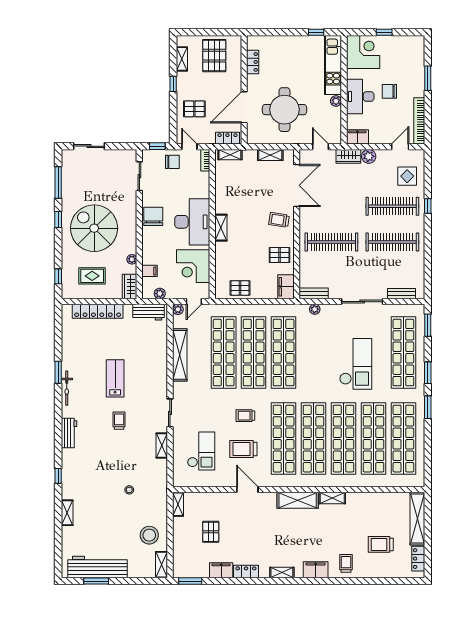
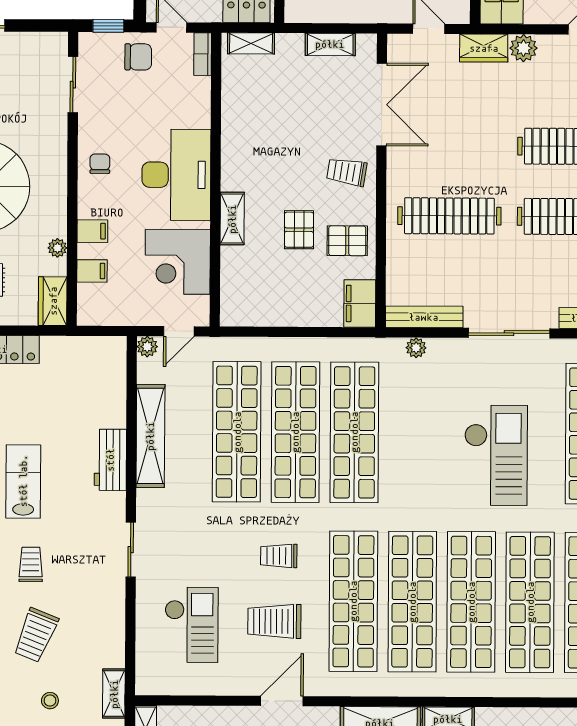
chair: (153, 216) -> (100, 164), width x0.54, depth x0.54
shelving: (221, 228) -> (232, 219), moved
filing cabinet: (150, 251) -> (92, 231), added
pallet: (240, 288) -> (299, 230), moved, turned 90
bench: (314, 293) -> (424, 317), width x1.36
plant: (160, 294) -> (112, 315), removed
workbench: (149, 312) -> (110, 460), moved, turned 90
shelving: (162, 445) -> (114, 694), moved
trolley: (122, 457) -> (36, 635), added
door: (247, 490) -> (282, 701), hinge flipped

